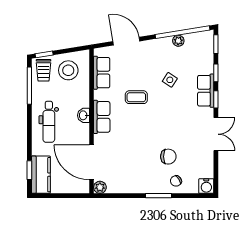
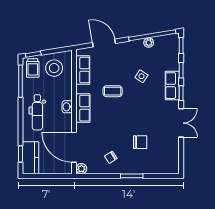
chair: (176, 181) -> (111, 157), moved
water cooler: (206, 186) -> (173, 168), removed

